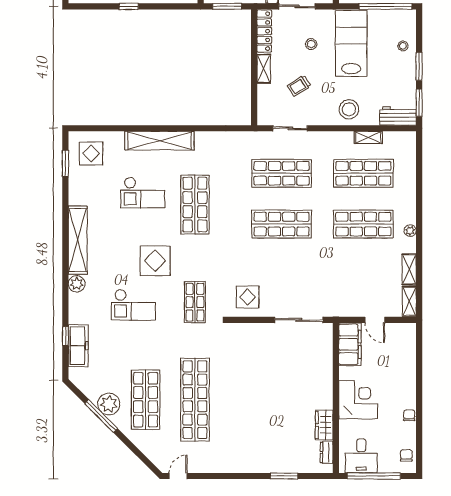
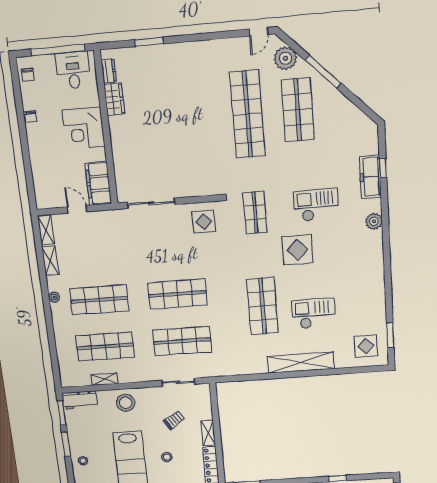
shelving: (78, 240) -> (375, 264), removed
freezer: (78, 346) -> (370, 177), moved
plant: (109, 404) -> (286, 58), moved
window: (101, 416) -> (323, 72), moved

